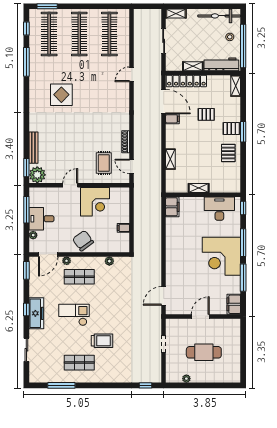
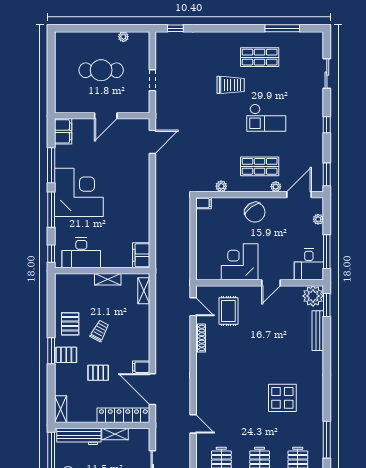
door: (132, 74) -> (193, 424), hinge flipped
trolley: (205, 147) -> (100, 331), added
shelving: (170, 159) -> (144, 291), moved
desk: (41, 219) -> (309, 264), moved, turned 90
filing cabinet: (123, 228) -> (203, 203), moved
freezer: (36, 313) -> (314, 120), removed
trolley: (102, 341) -> (231, 85), turned 180

